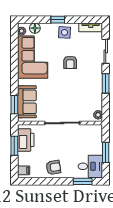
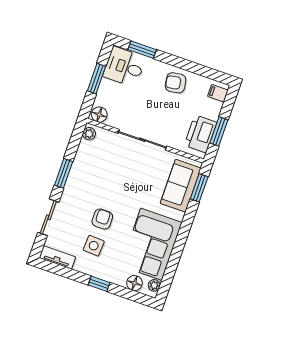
side table: (64, 32) -> (94, 246), moved
floor lamp: (96, 130) -> (99, 115), added

